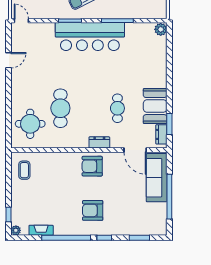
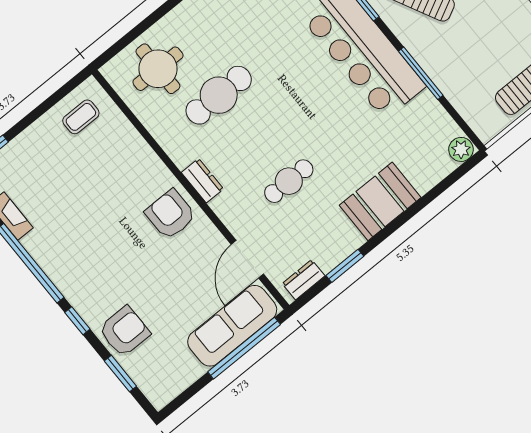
booth: (155, 106) -> (380, 201), moved
window: (169, 124) -> (345, 266), moved
dresser: (99, 142) -> (202, 181), moved
window: (169, 197) -> (244, 348), moved
armchair: (93, 210) -> (124, 331), moved, turned 90

